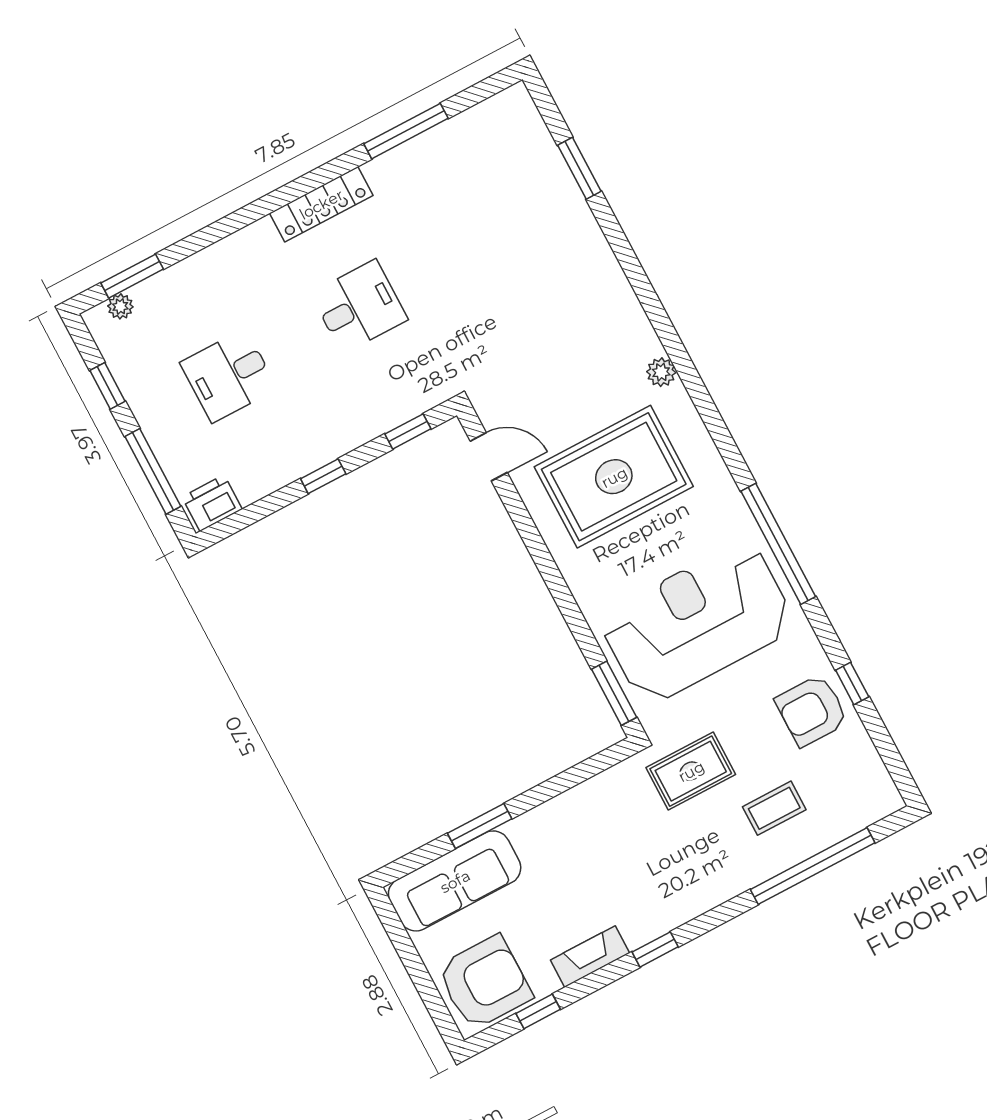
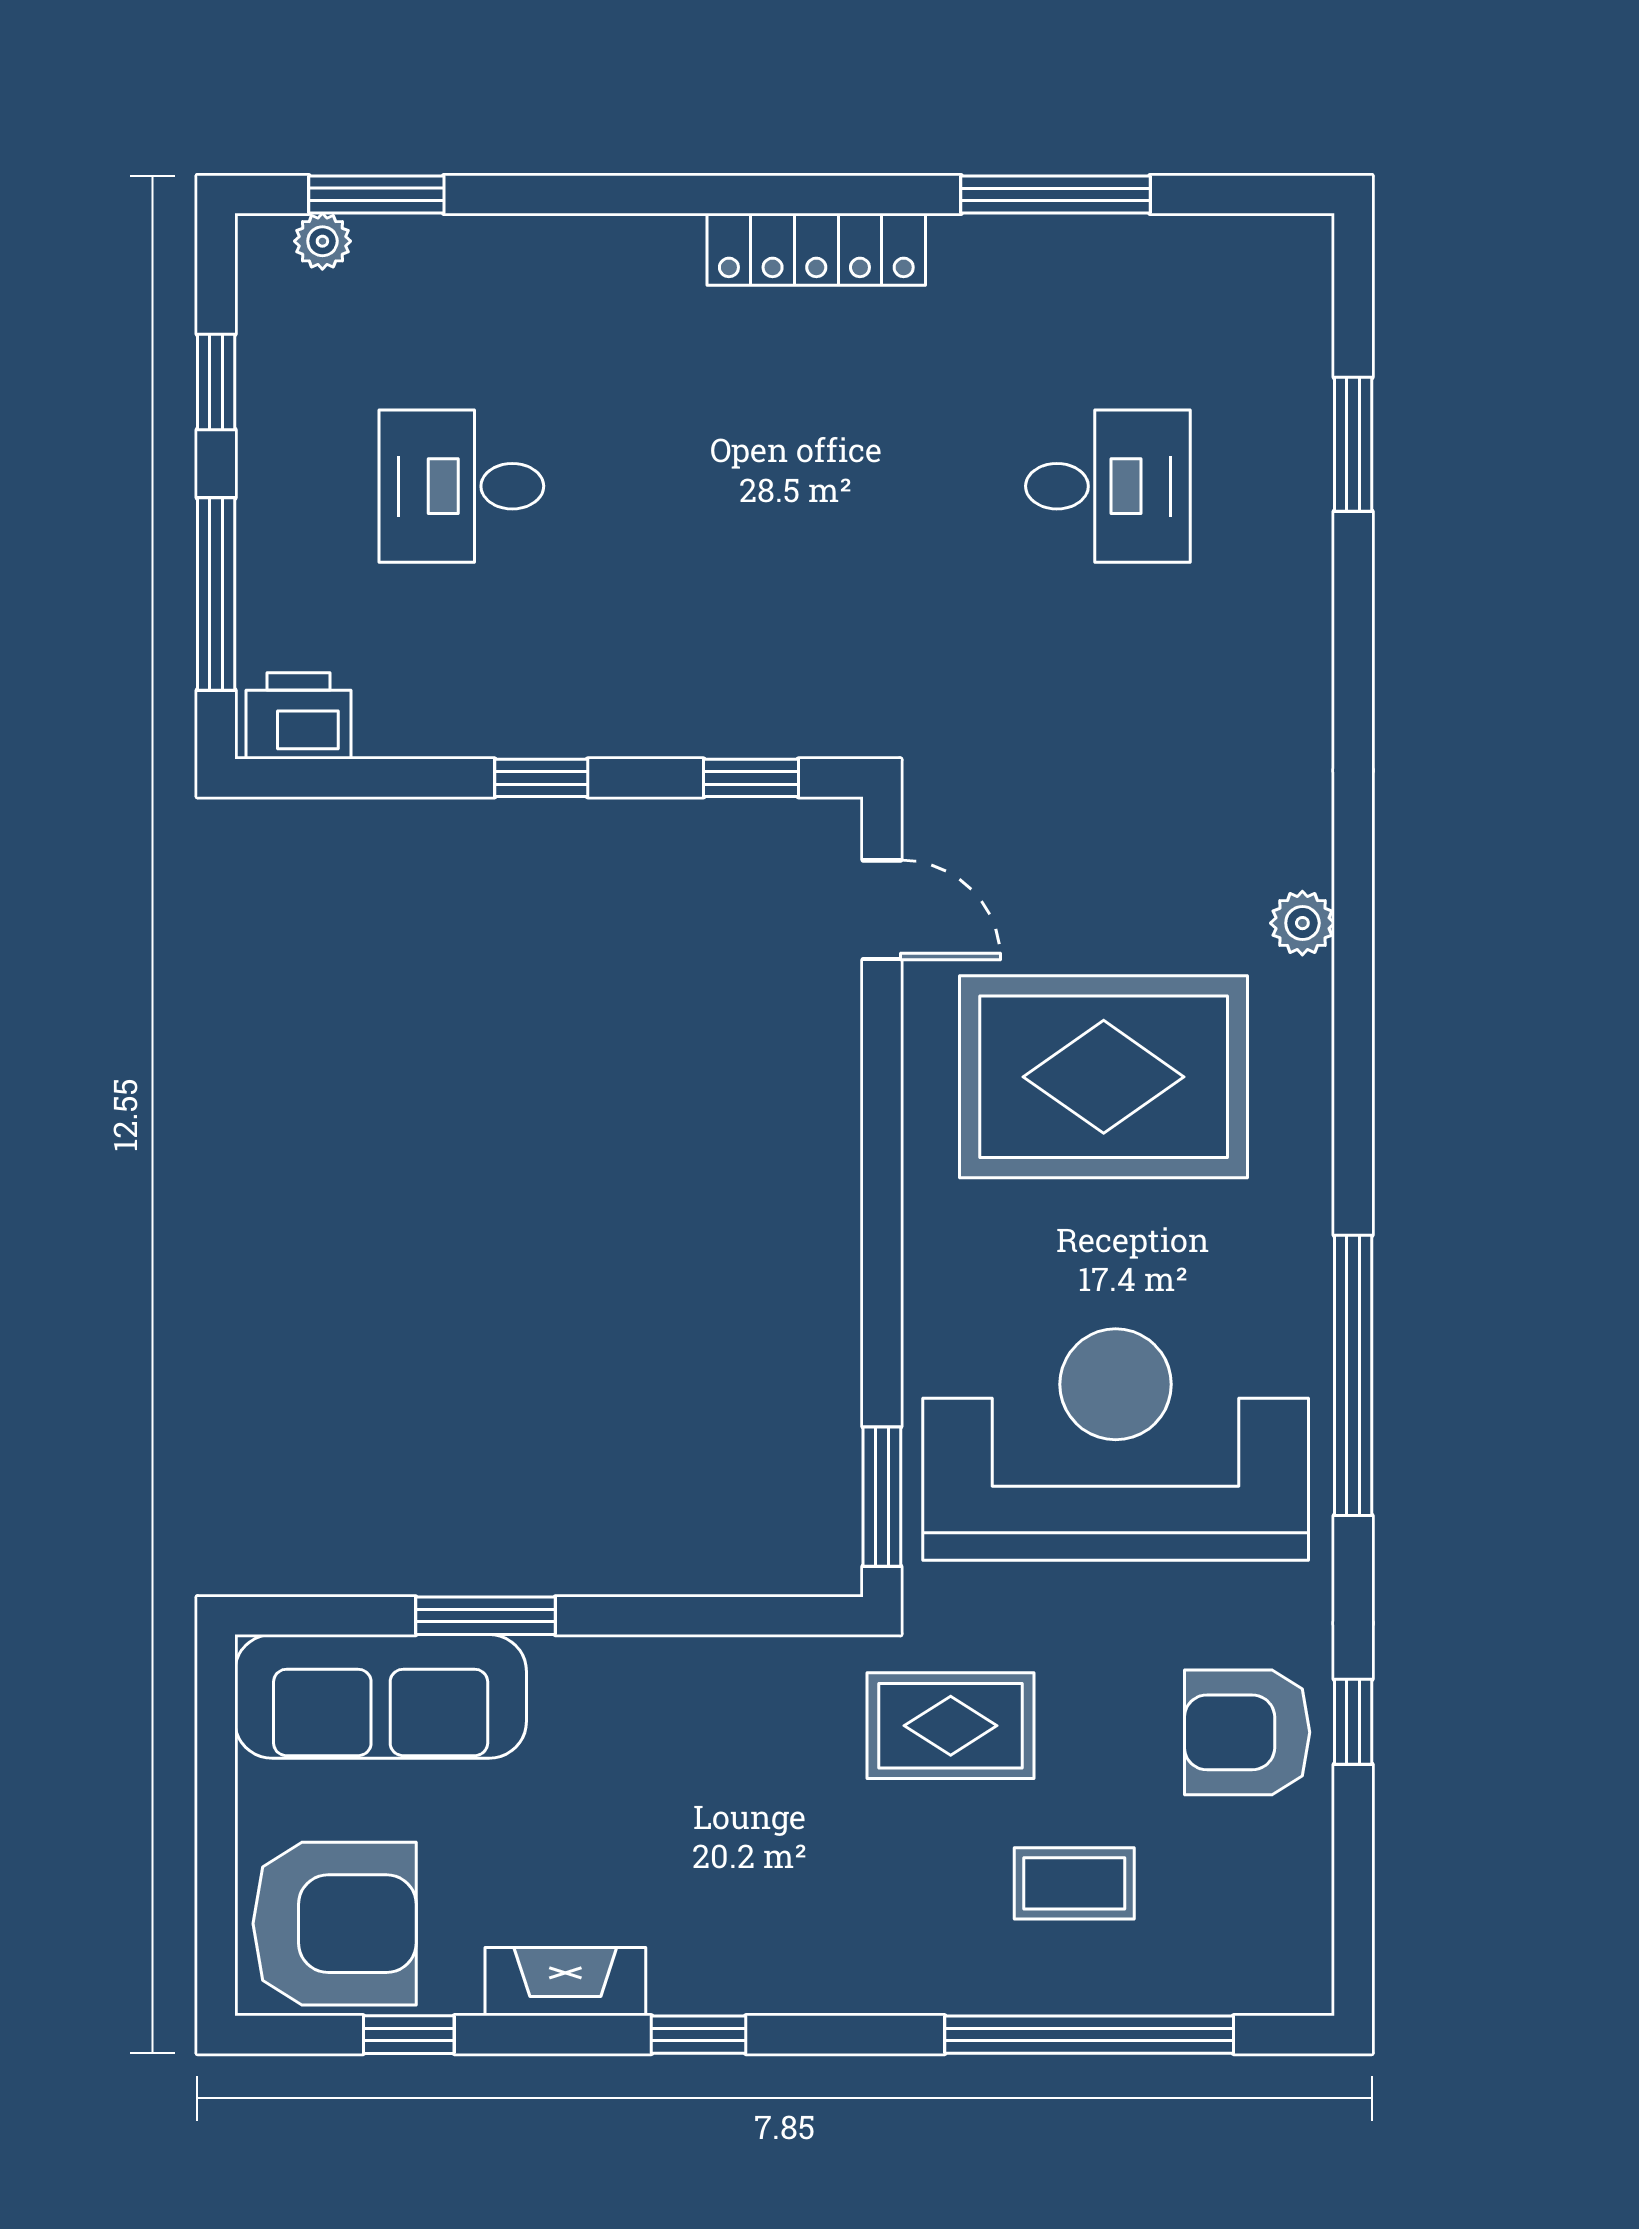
desk: (359, 307) -> (1108, 486), moved

